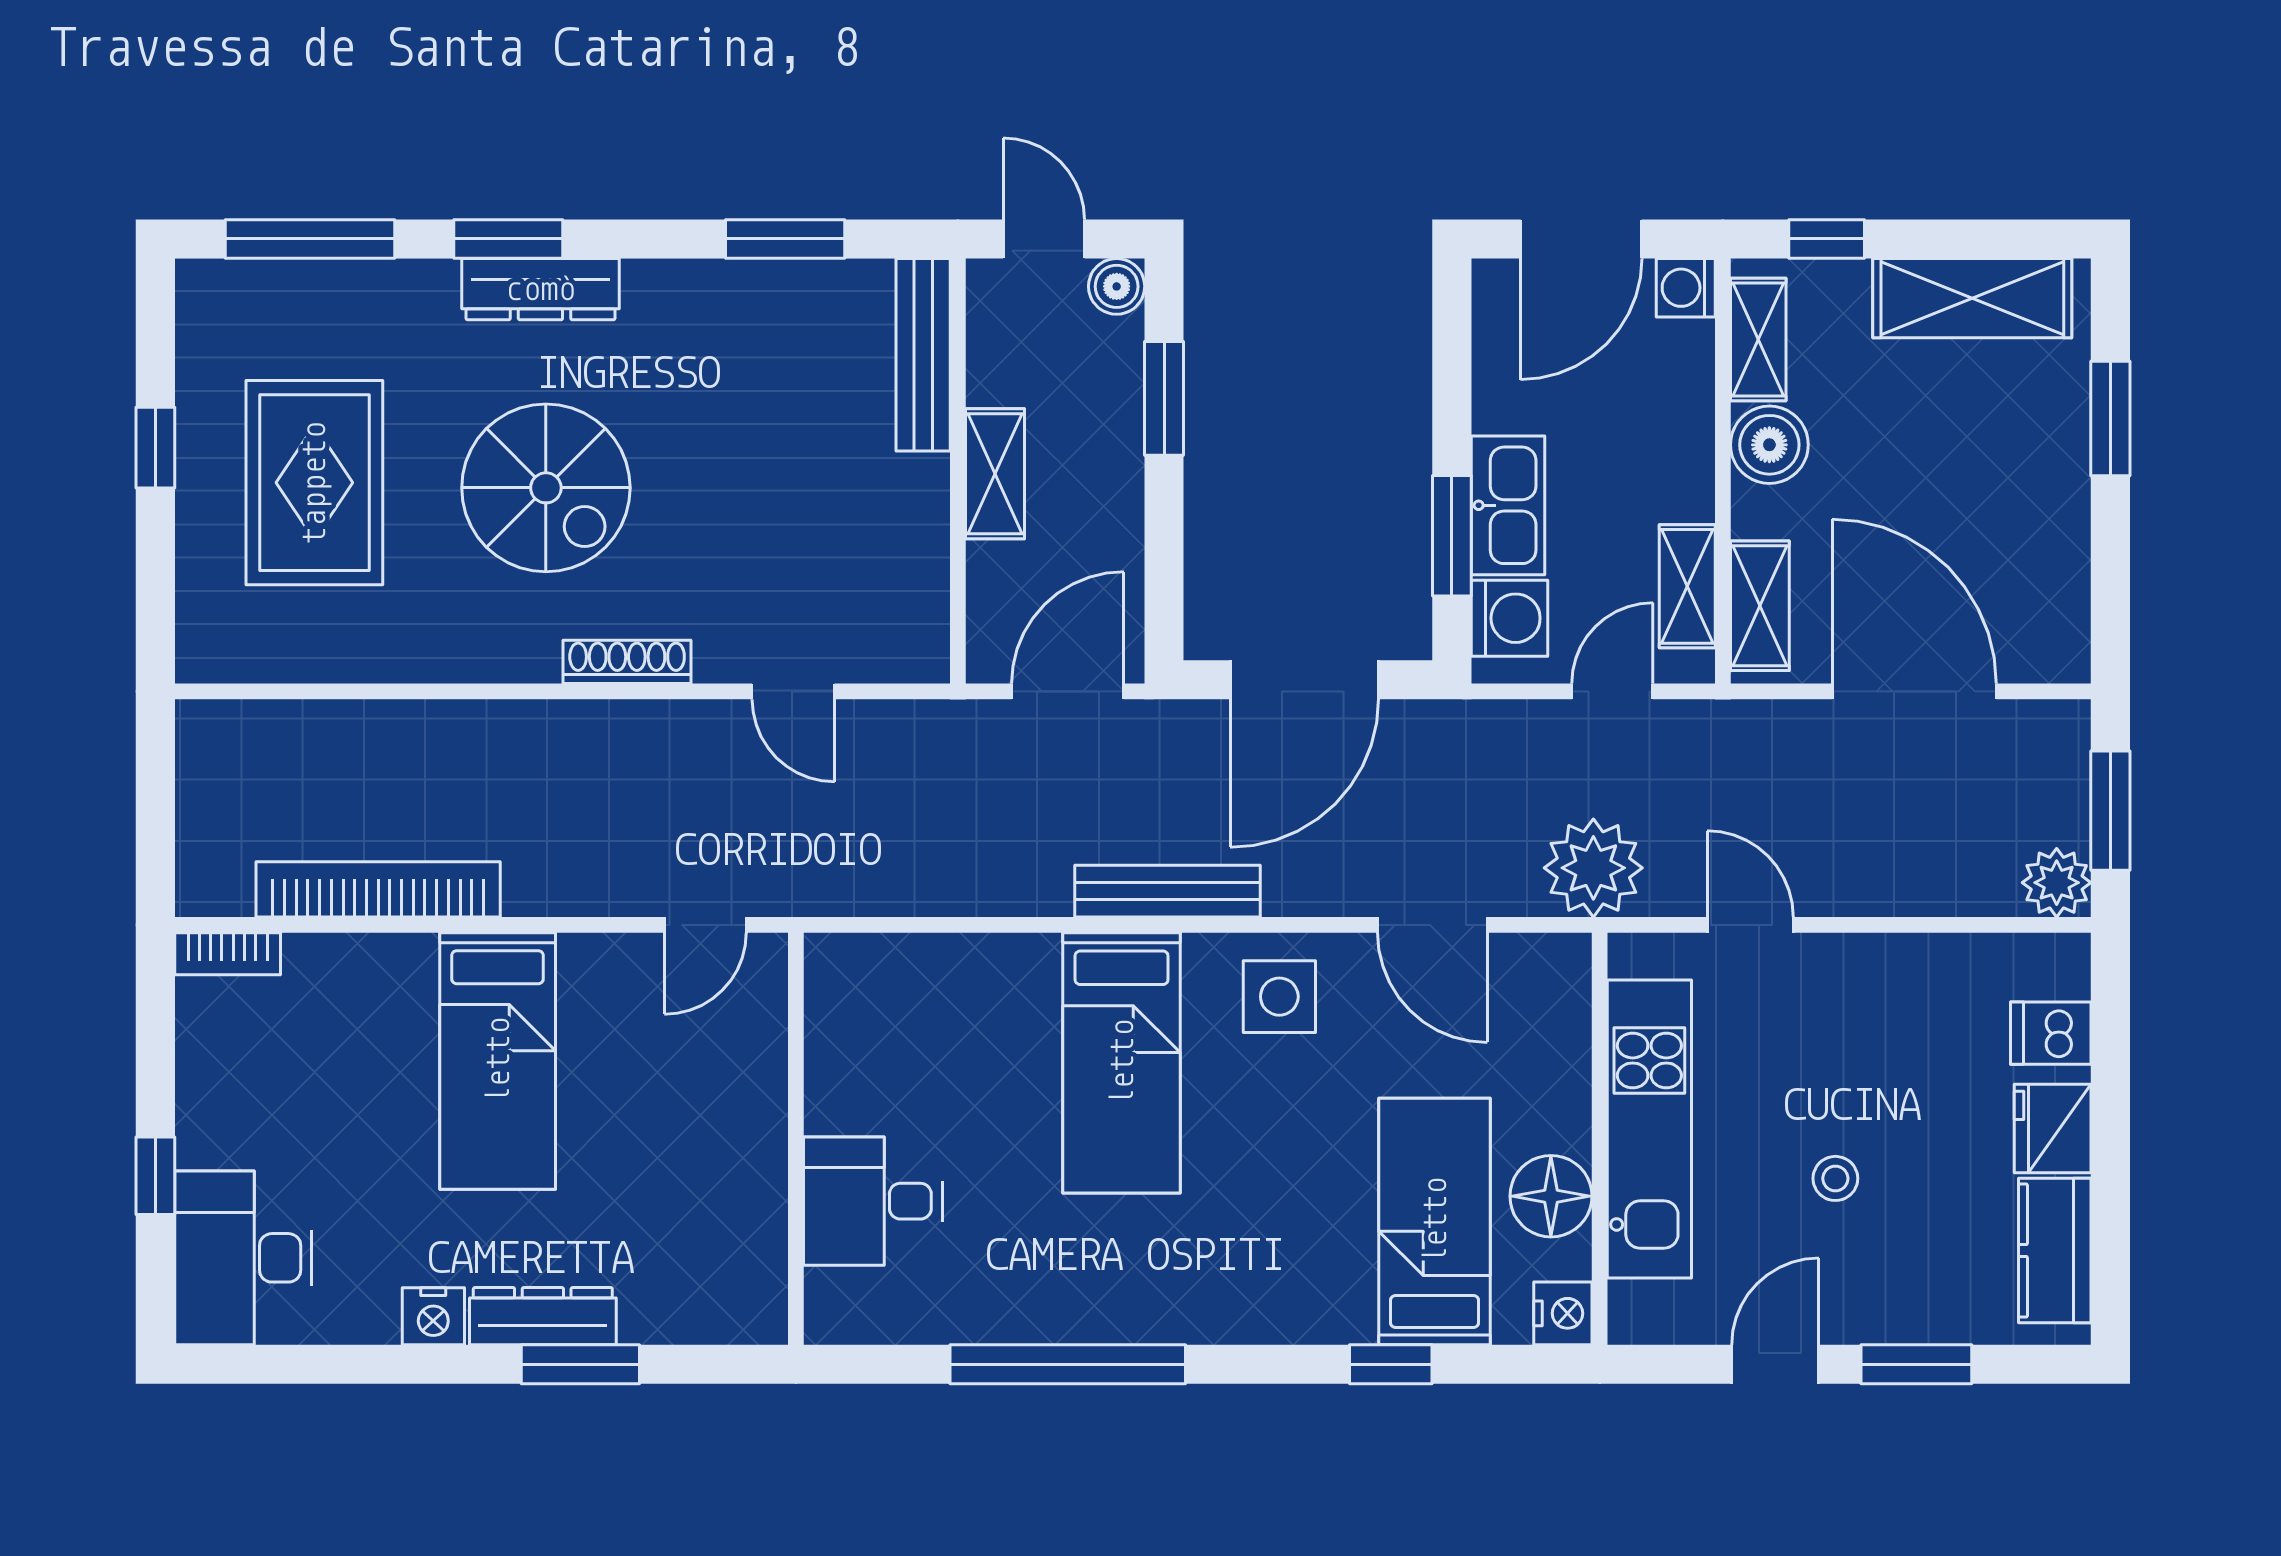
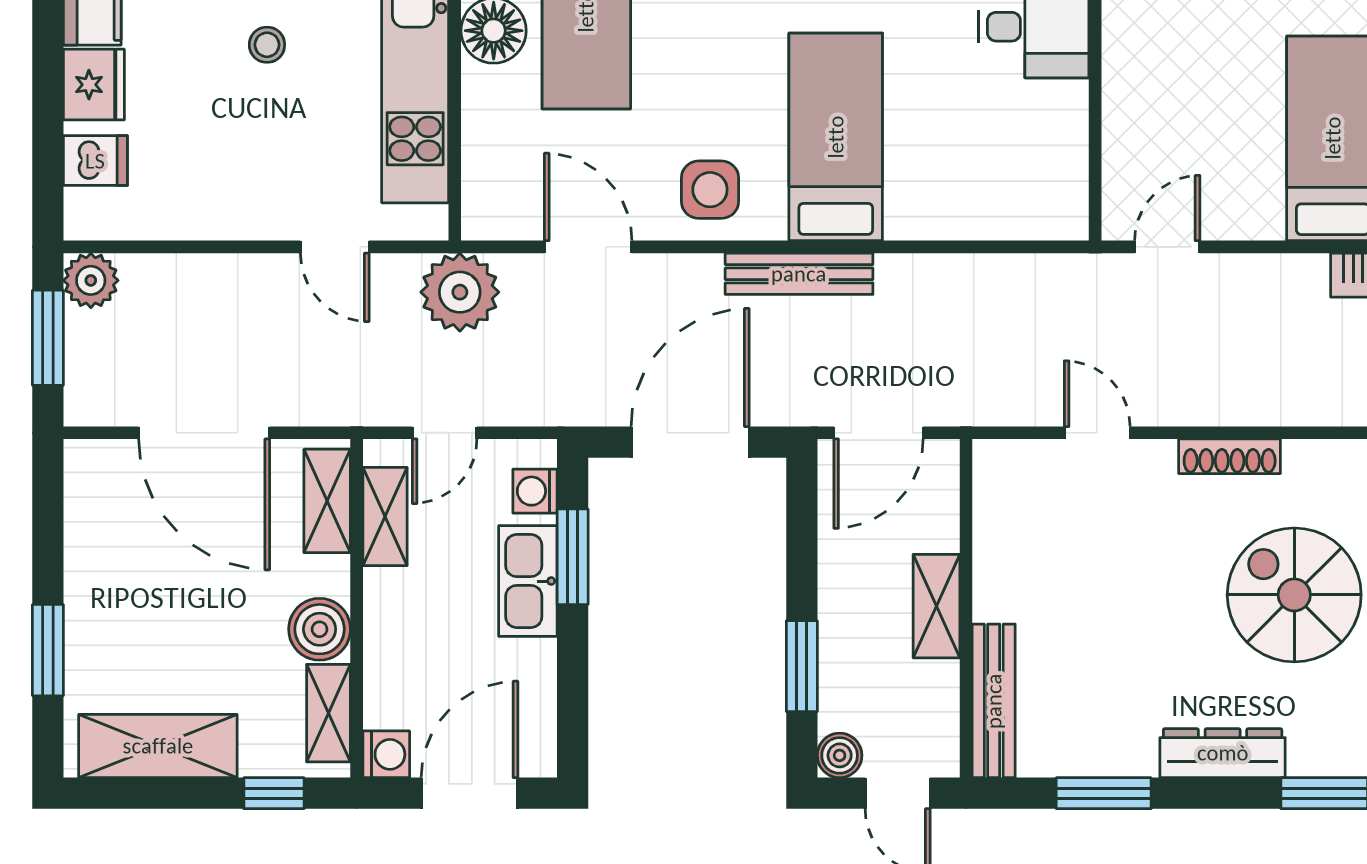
dresser: (540, 289) -> (1223, 753), moved
washing machine: (1509, 618) -> (535, 491), width x0.73, depth x0.73

